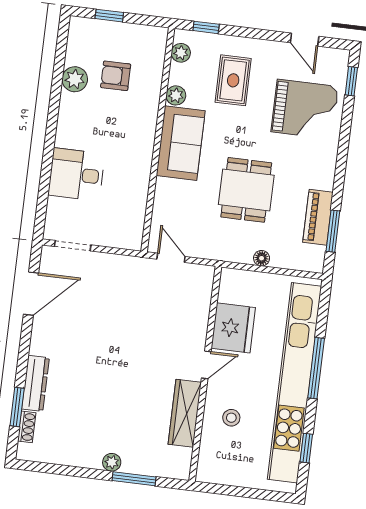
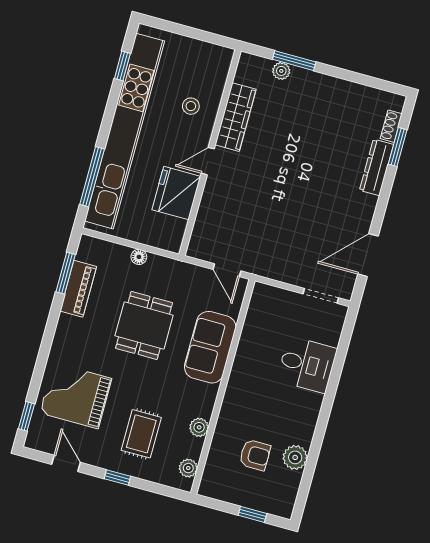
window: (206, 27) -> (117, 477), moved
sofa: (181, 143) -> (210, 347), moved
window: (316, 368) -> (92, 177), moved
plant: (112, 462) -> (281, 71), moved

